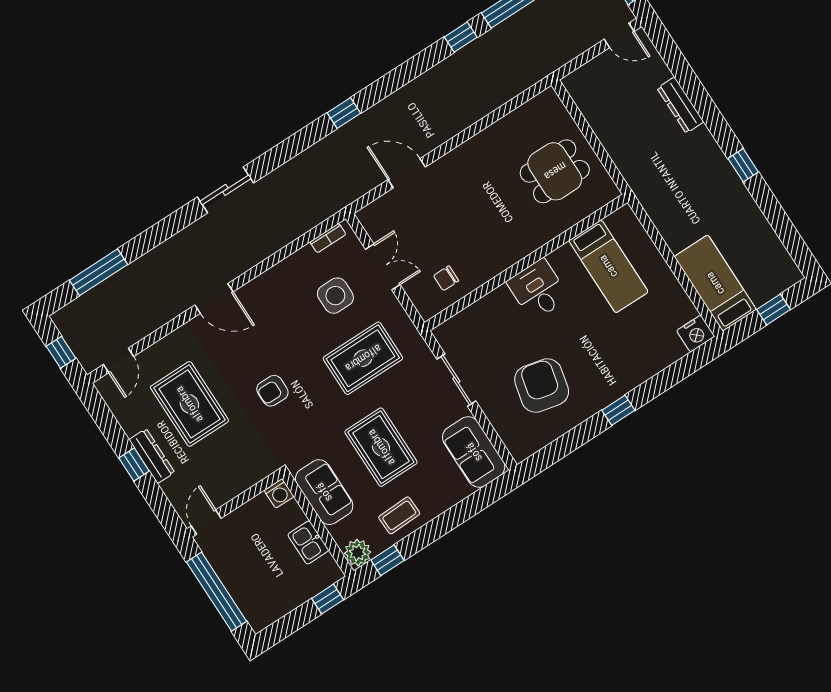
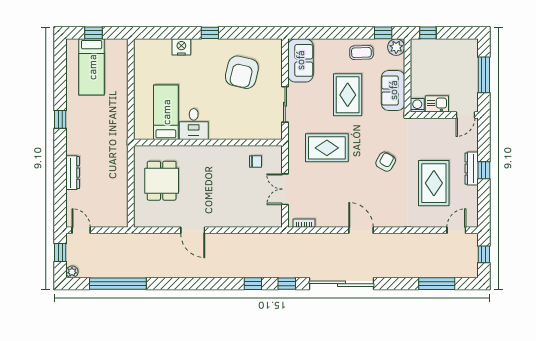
window: (461, 37) -> (287, 284), moved
dining table: (555, 171) -> (162, 181), turned 90
door: (407, 173) -> (193, 230), moved
sliding door: (225, 190) -> (342, 284), width x1.86
bed: (715, 283) -> (92, 67), moved
desk: (538, 290) -> (194, 124), moved
side table: (335, 296) -> (320, 190), removed
door: (214, 298) -> (361, 230), moved
nightstand: (696, 334) -> (181, 47), moved
armchair: (272, 391) -> (386, 162), turned -60
kitchen sink: (308, 542) -> (437, 104), moved, turned -90
window: (217, 592) -> (484, 75), width x0.68

